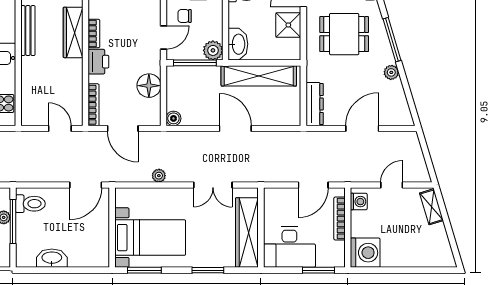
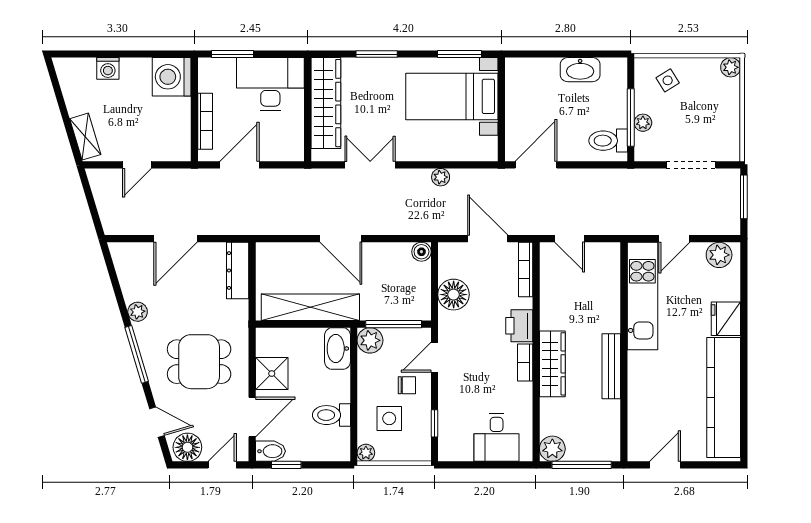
washing machine: (359, 202) -> (108, 68), moved, turned -90

